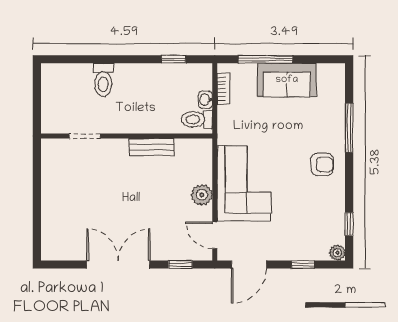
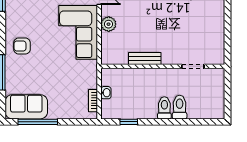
window: (266, 59) -> (38, 122), moved
sofa: (287, 80) -> (26, 107), moved
toilet: (197, 119) -> (164, 108), moved, turned -90

